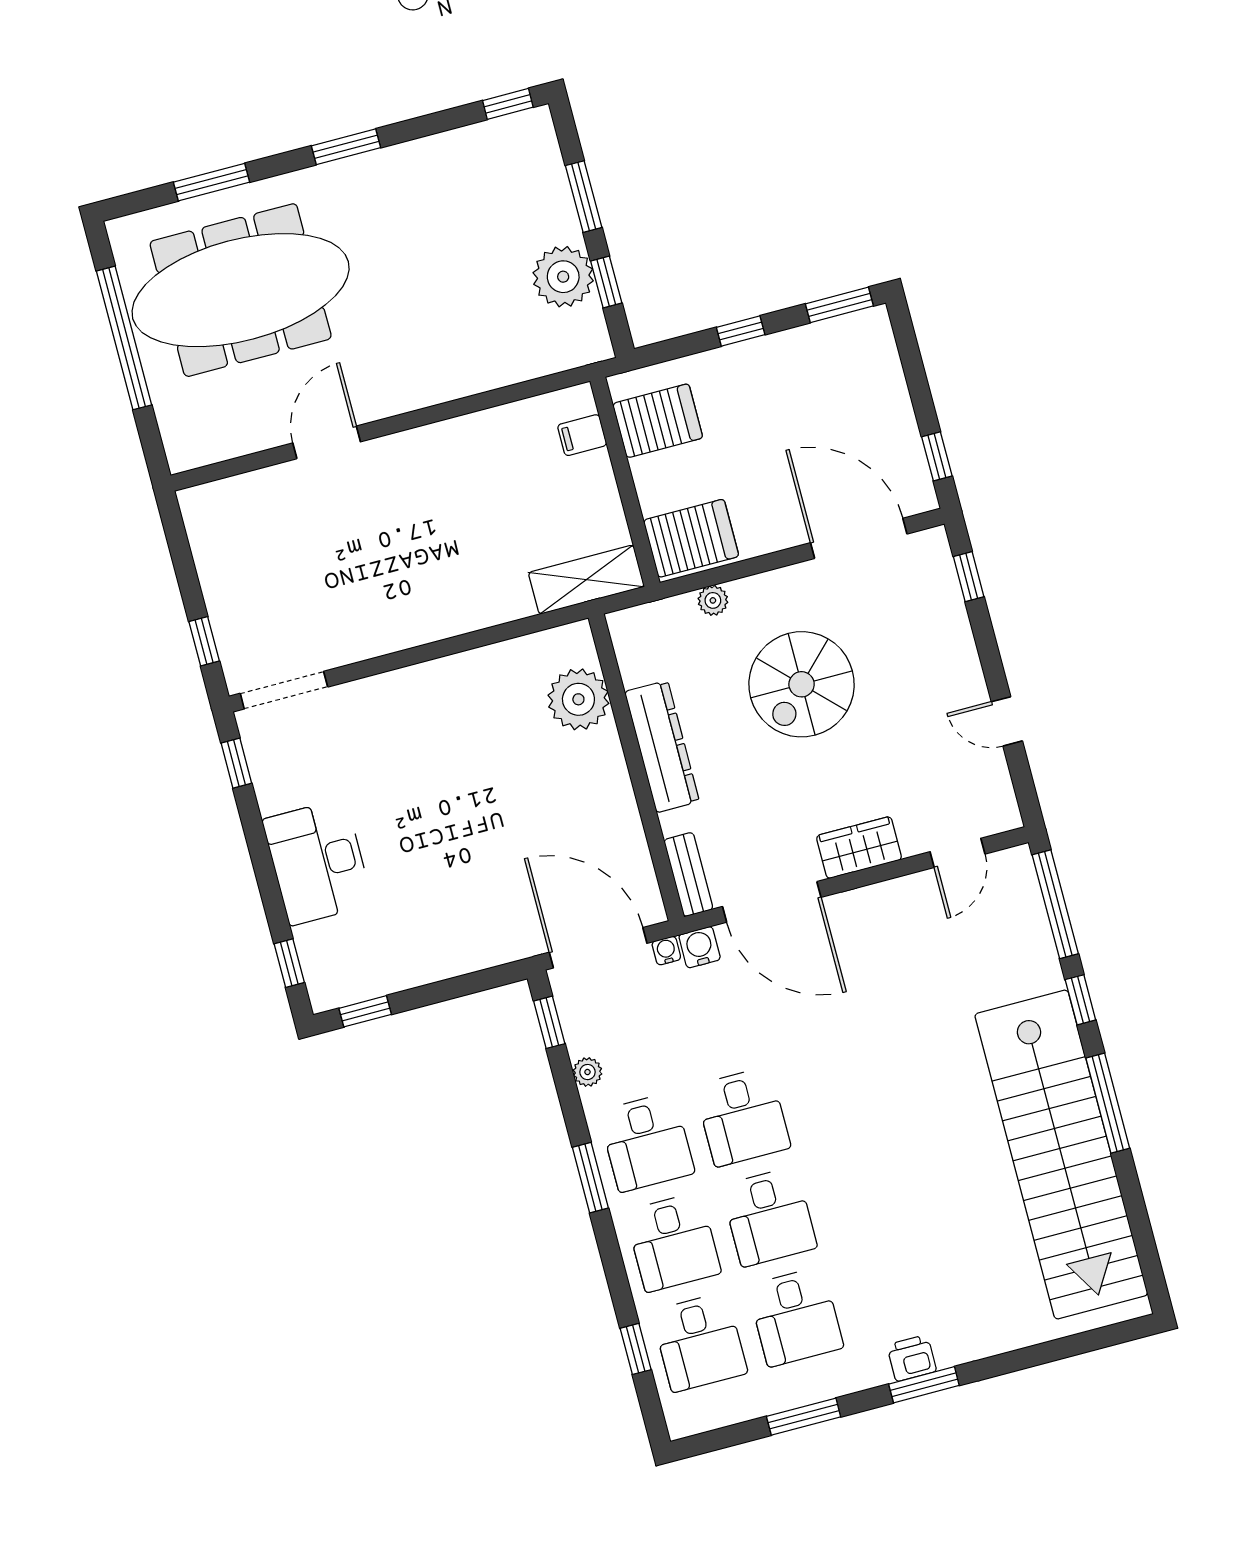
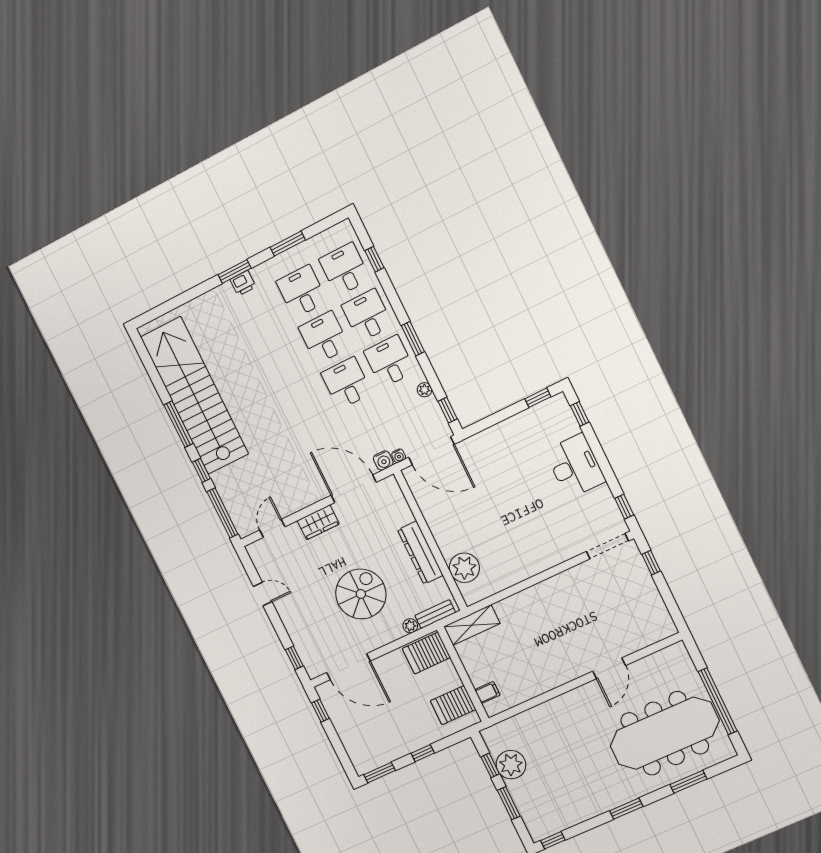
bench: (688, 875) -> (435, 614), moved, turned 90

